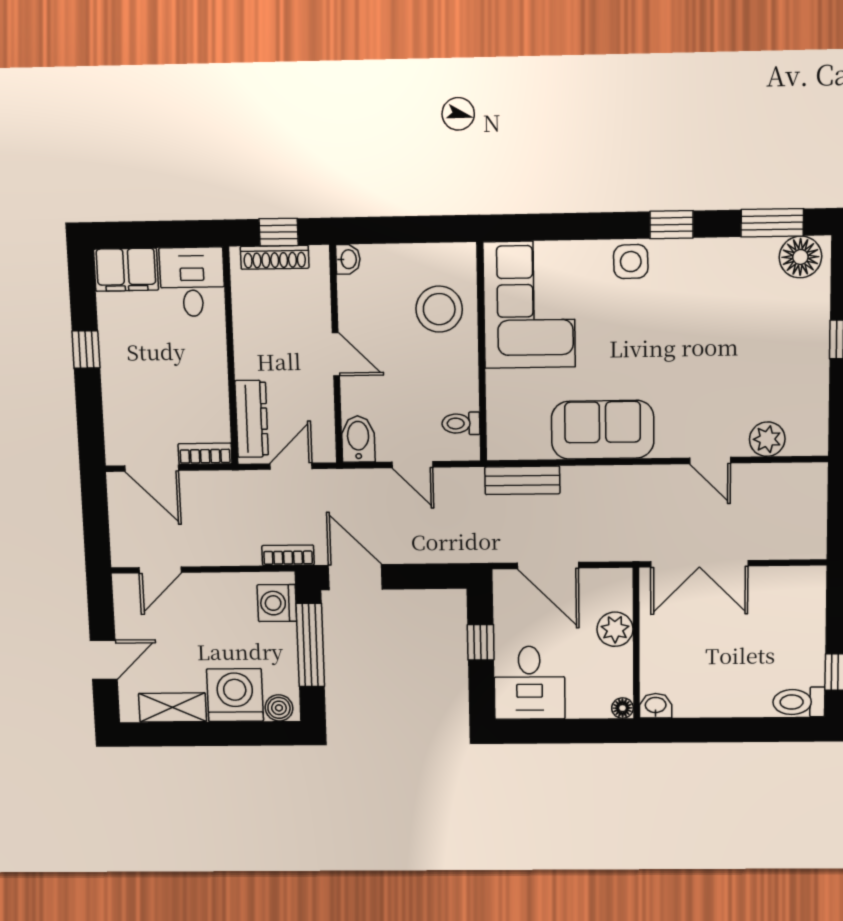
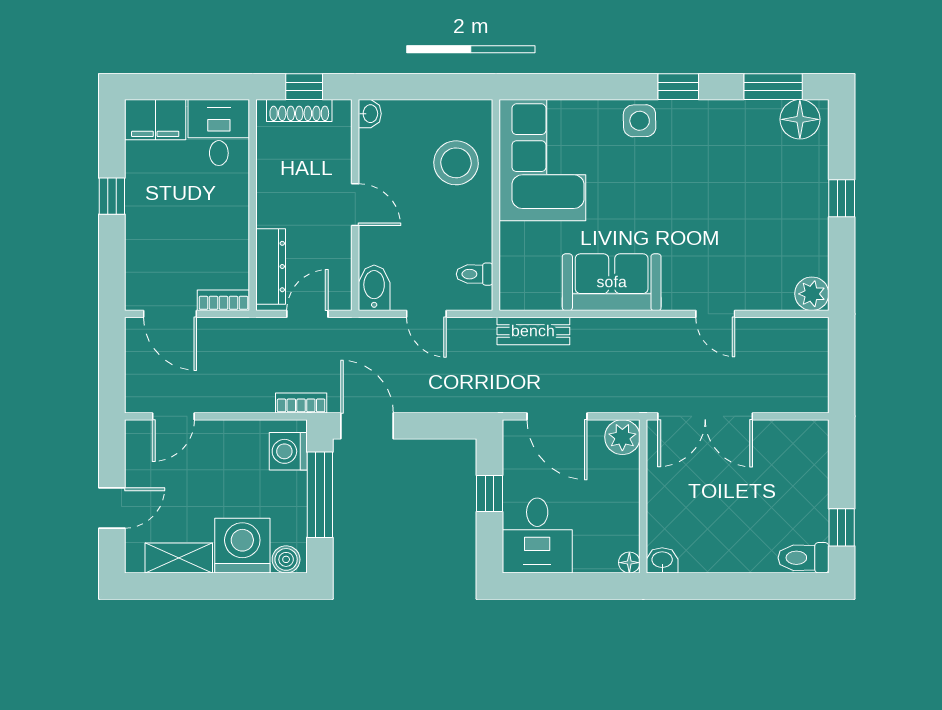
plant: (767, 439) -> (812, 294), moved
plant: (615, 629) -> (622, 437), moved

